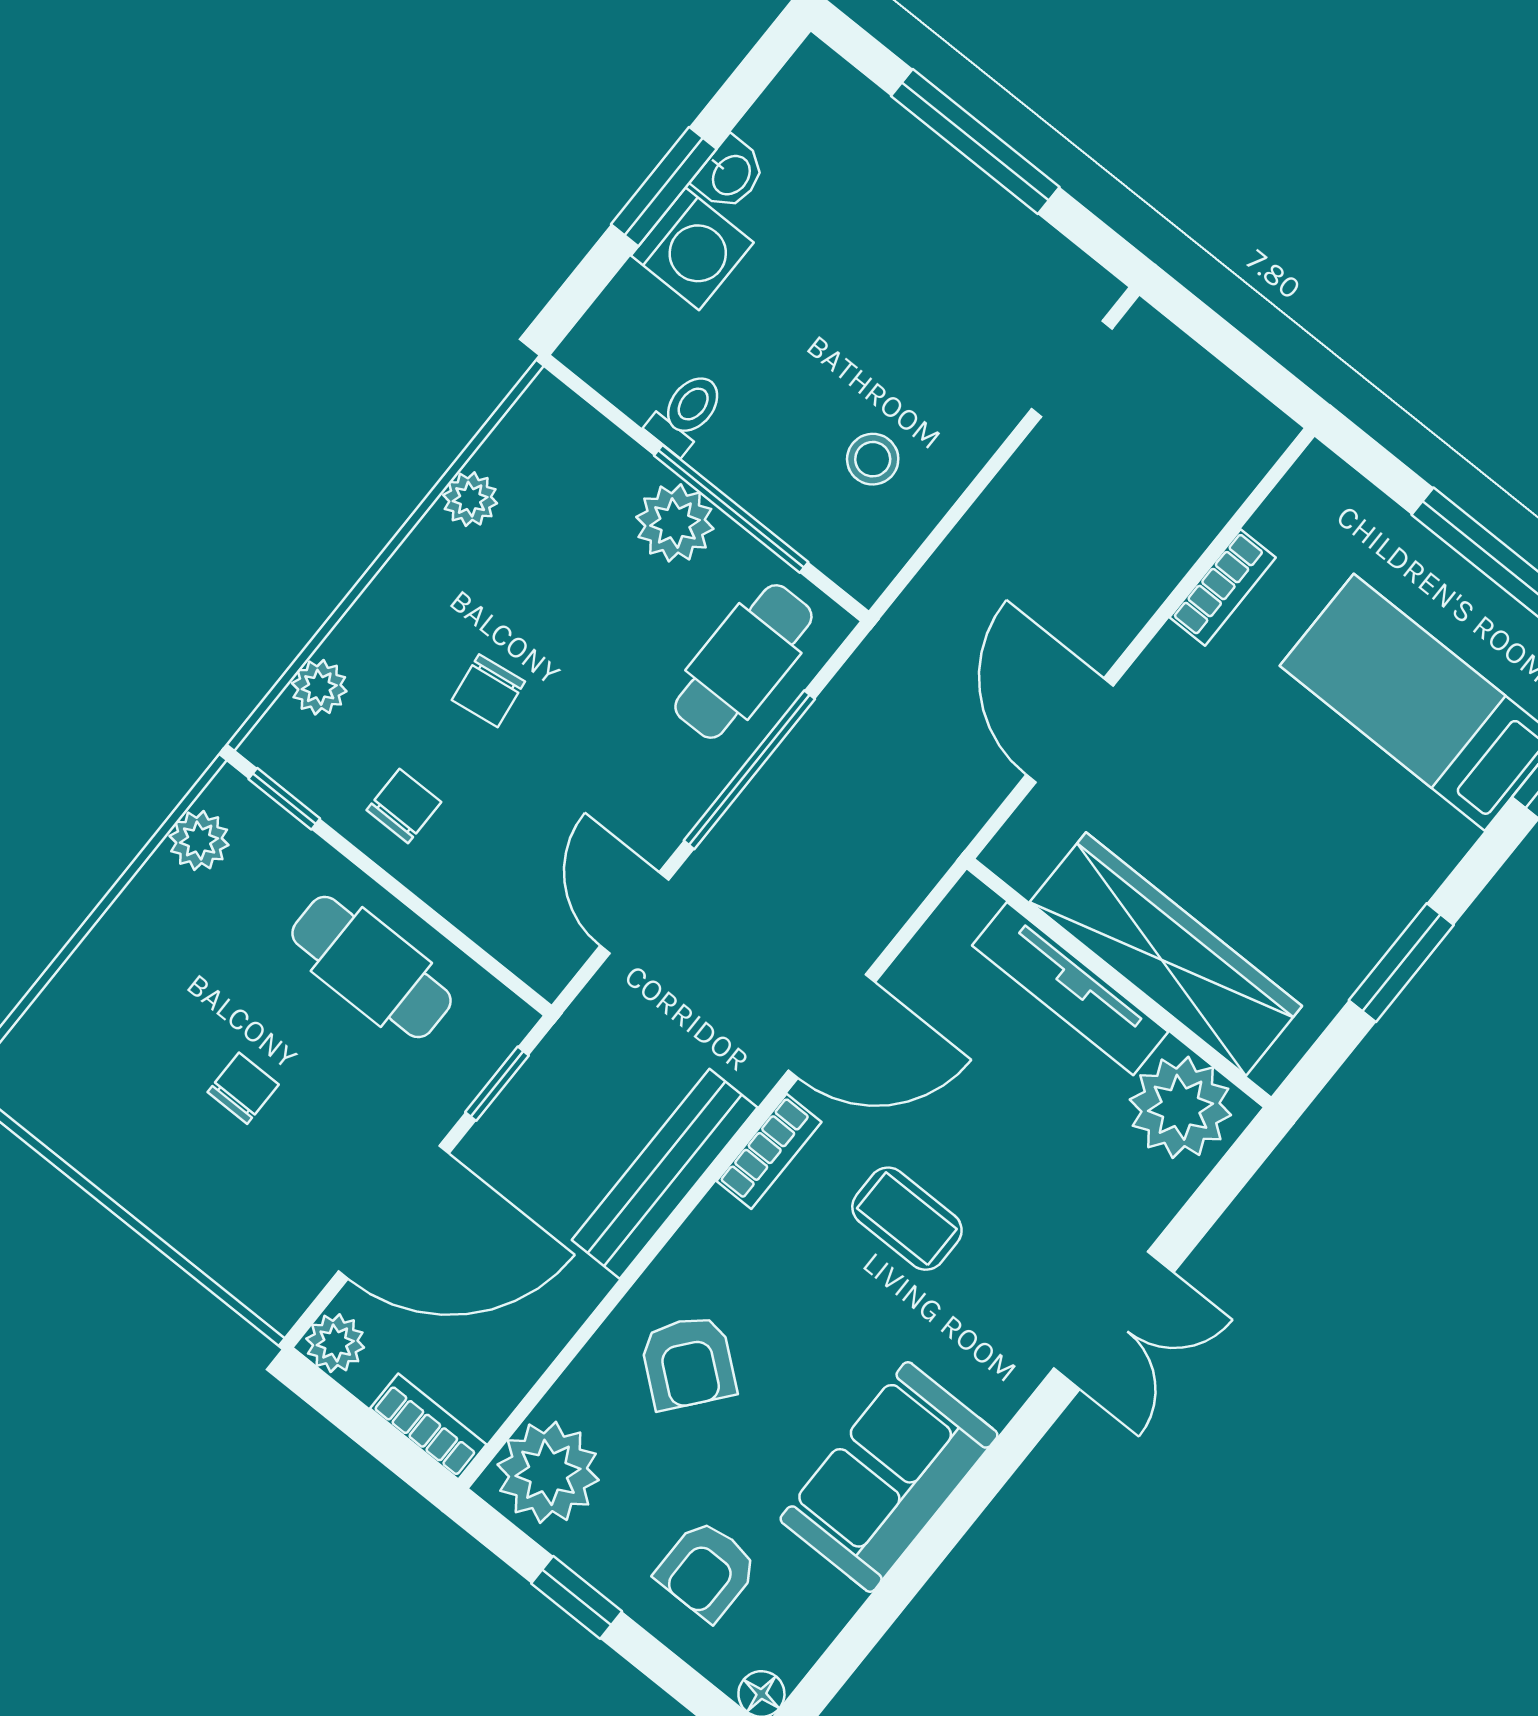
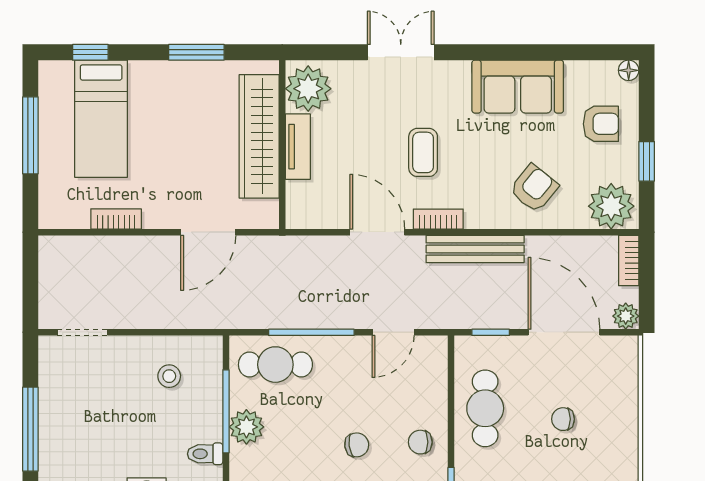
tv unit: (1070, 989) -> (298, 147), width x0.71

